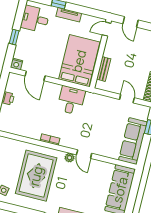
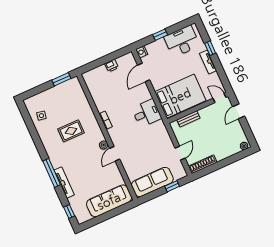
desk: (35, 19) -> (182, 41), width x1.37
rug: (36, 176) -> (71, 131), width x0.54, depth x0.49

